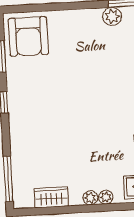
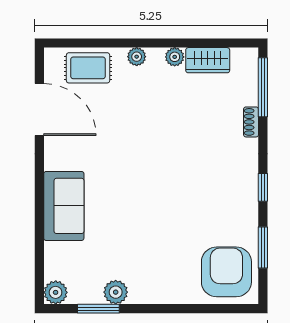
shoe rack: (16, 152) -> (251, 122), added
plant: (90, 198) -> (175, 57), moved

